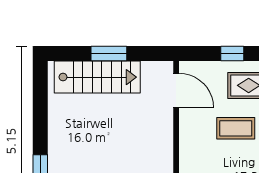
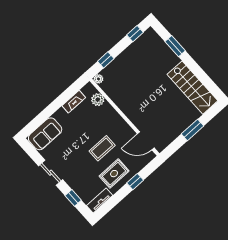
stairs: (97, 77) -> (192, 88), moved, turned -90

